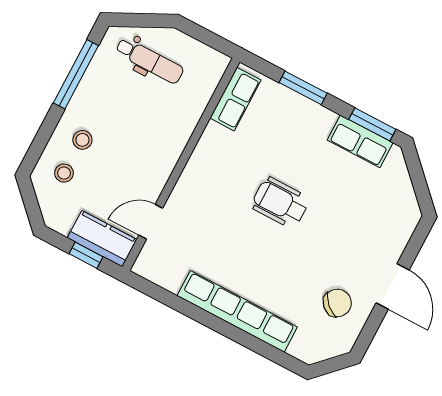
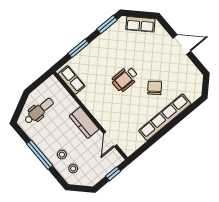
window: (76, 74) -> (40, 155), moved
row of seats: (360, 141) -> (140, 24), moved, turned 45
kitchen counter: (102, 239) -> (84, 123), moved, turned -90
chair: (337, 303) -> (155, 88), moved

